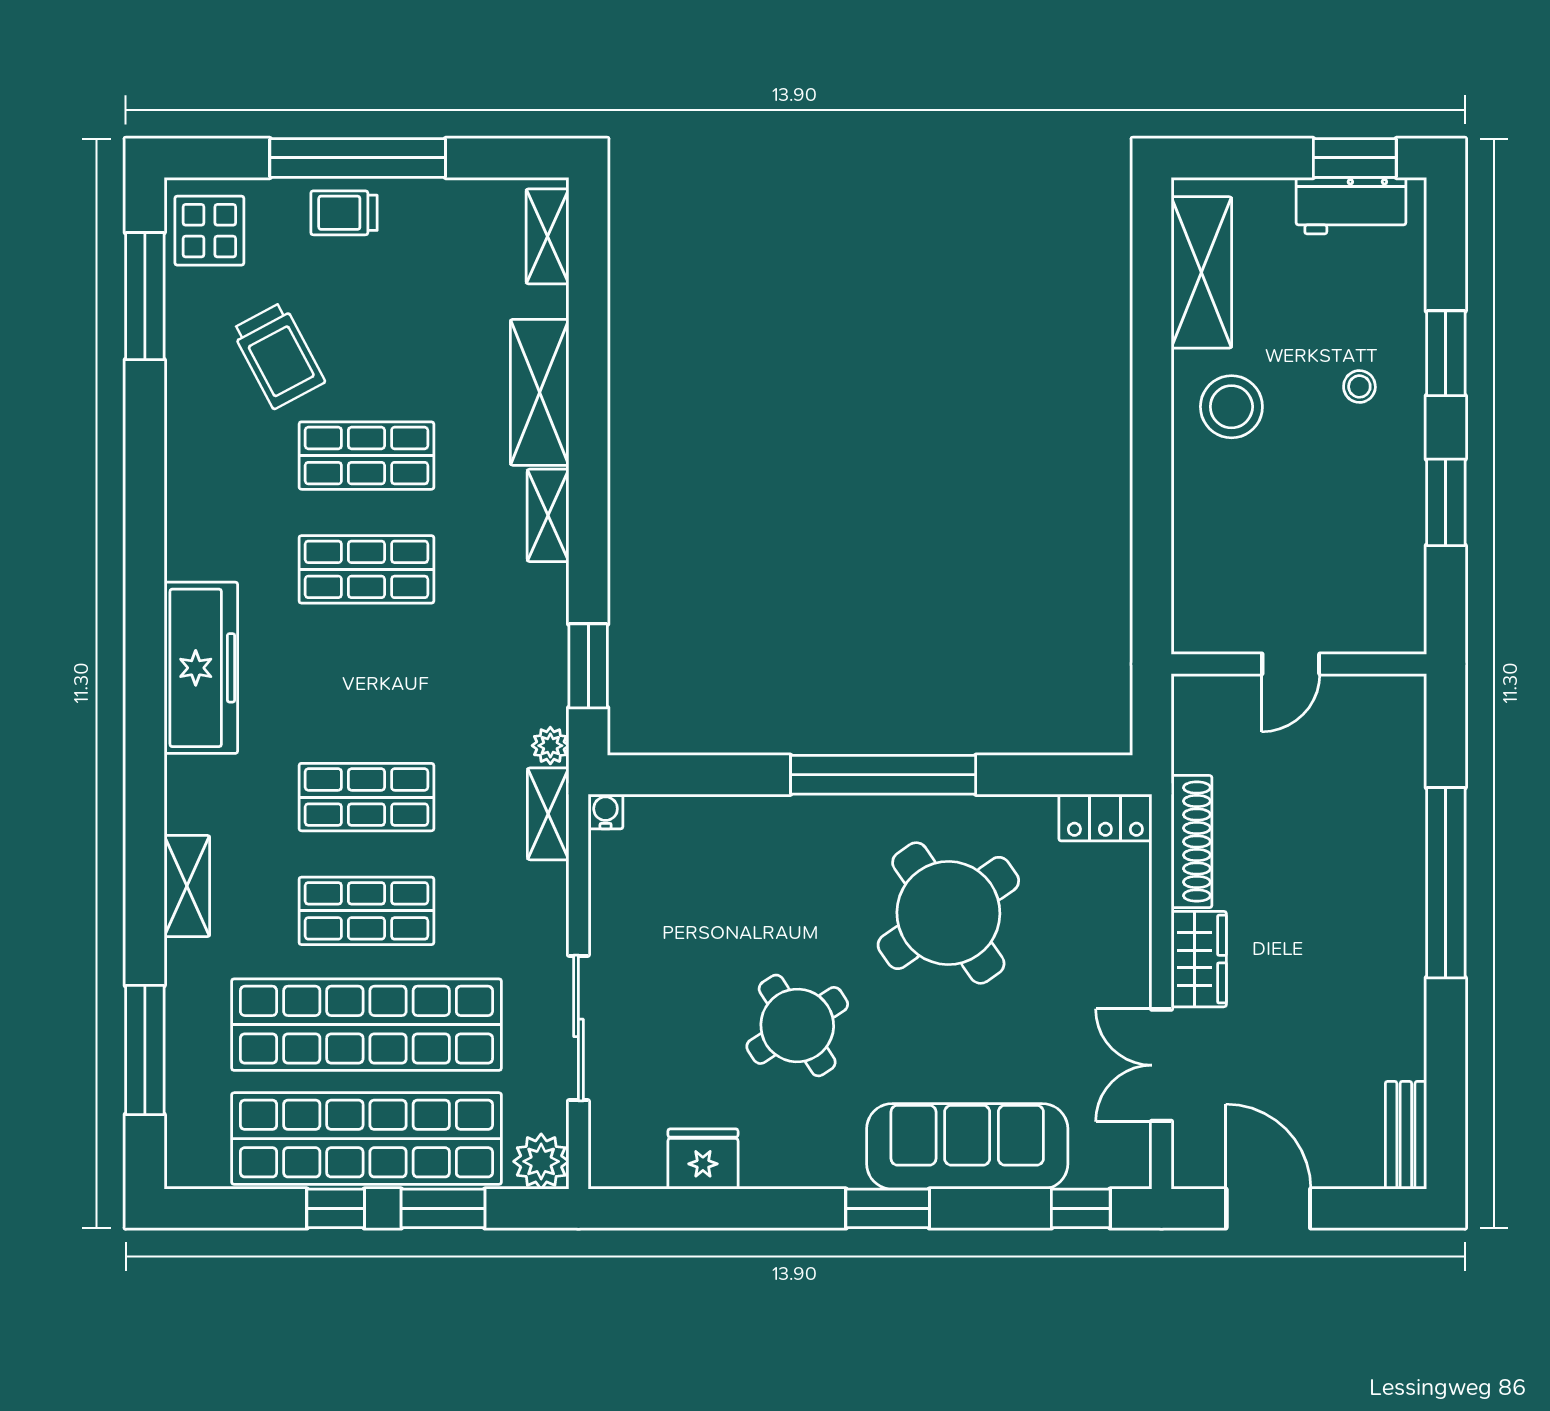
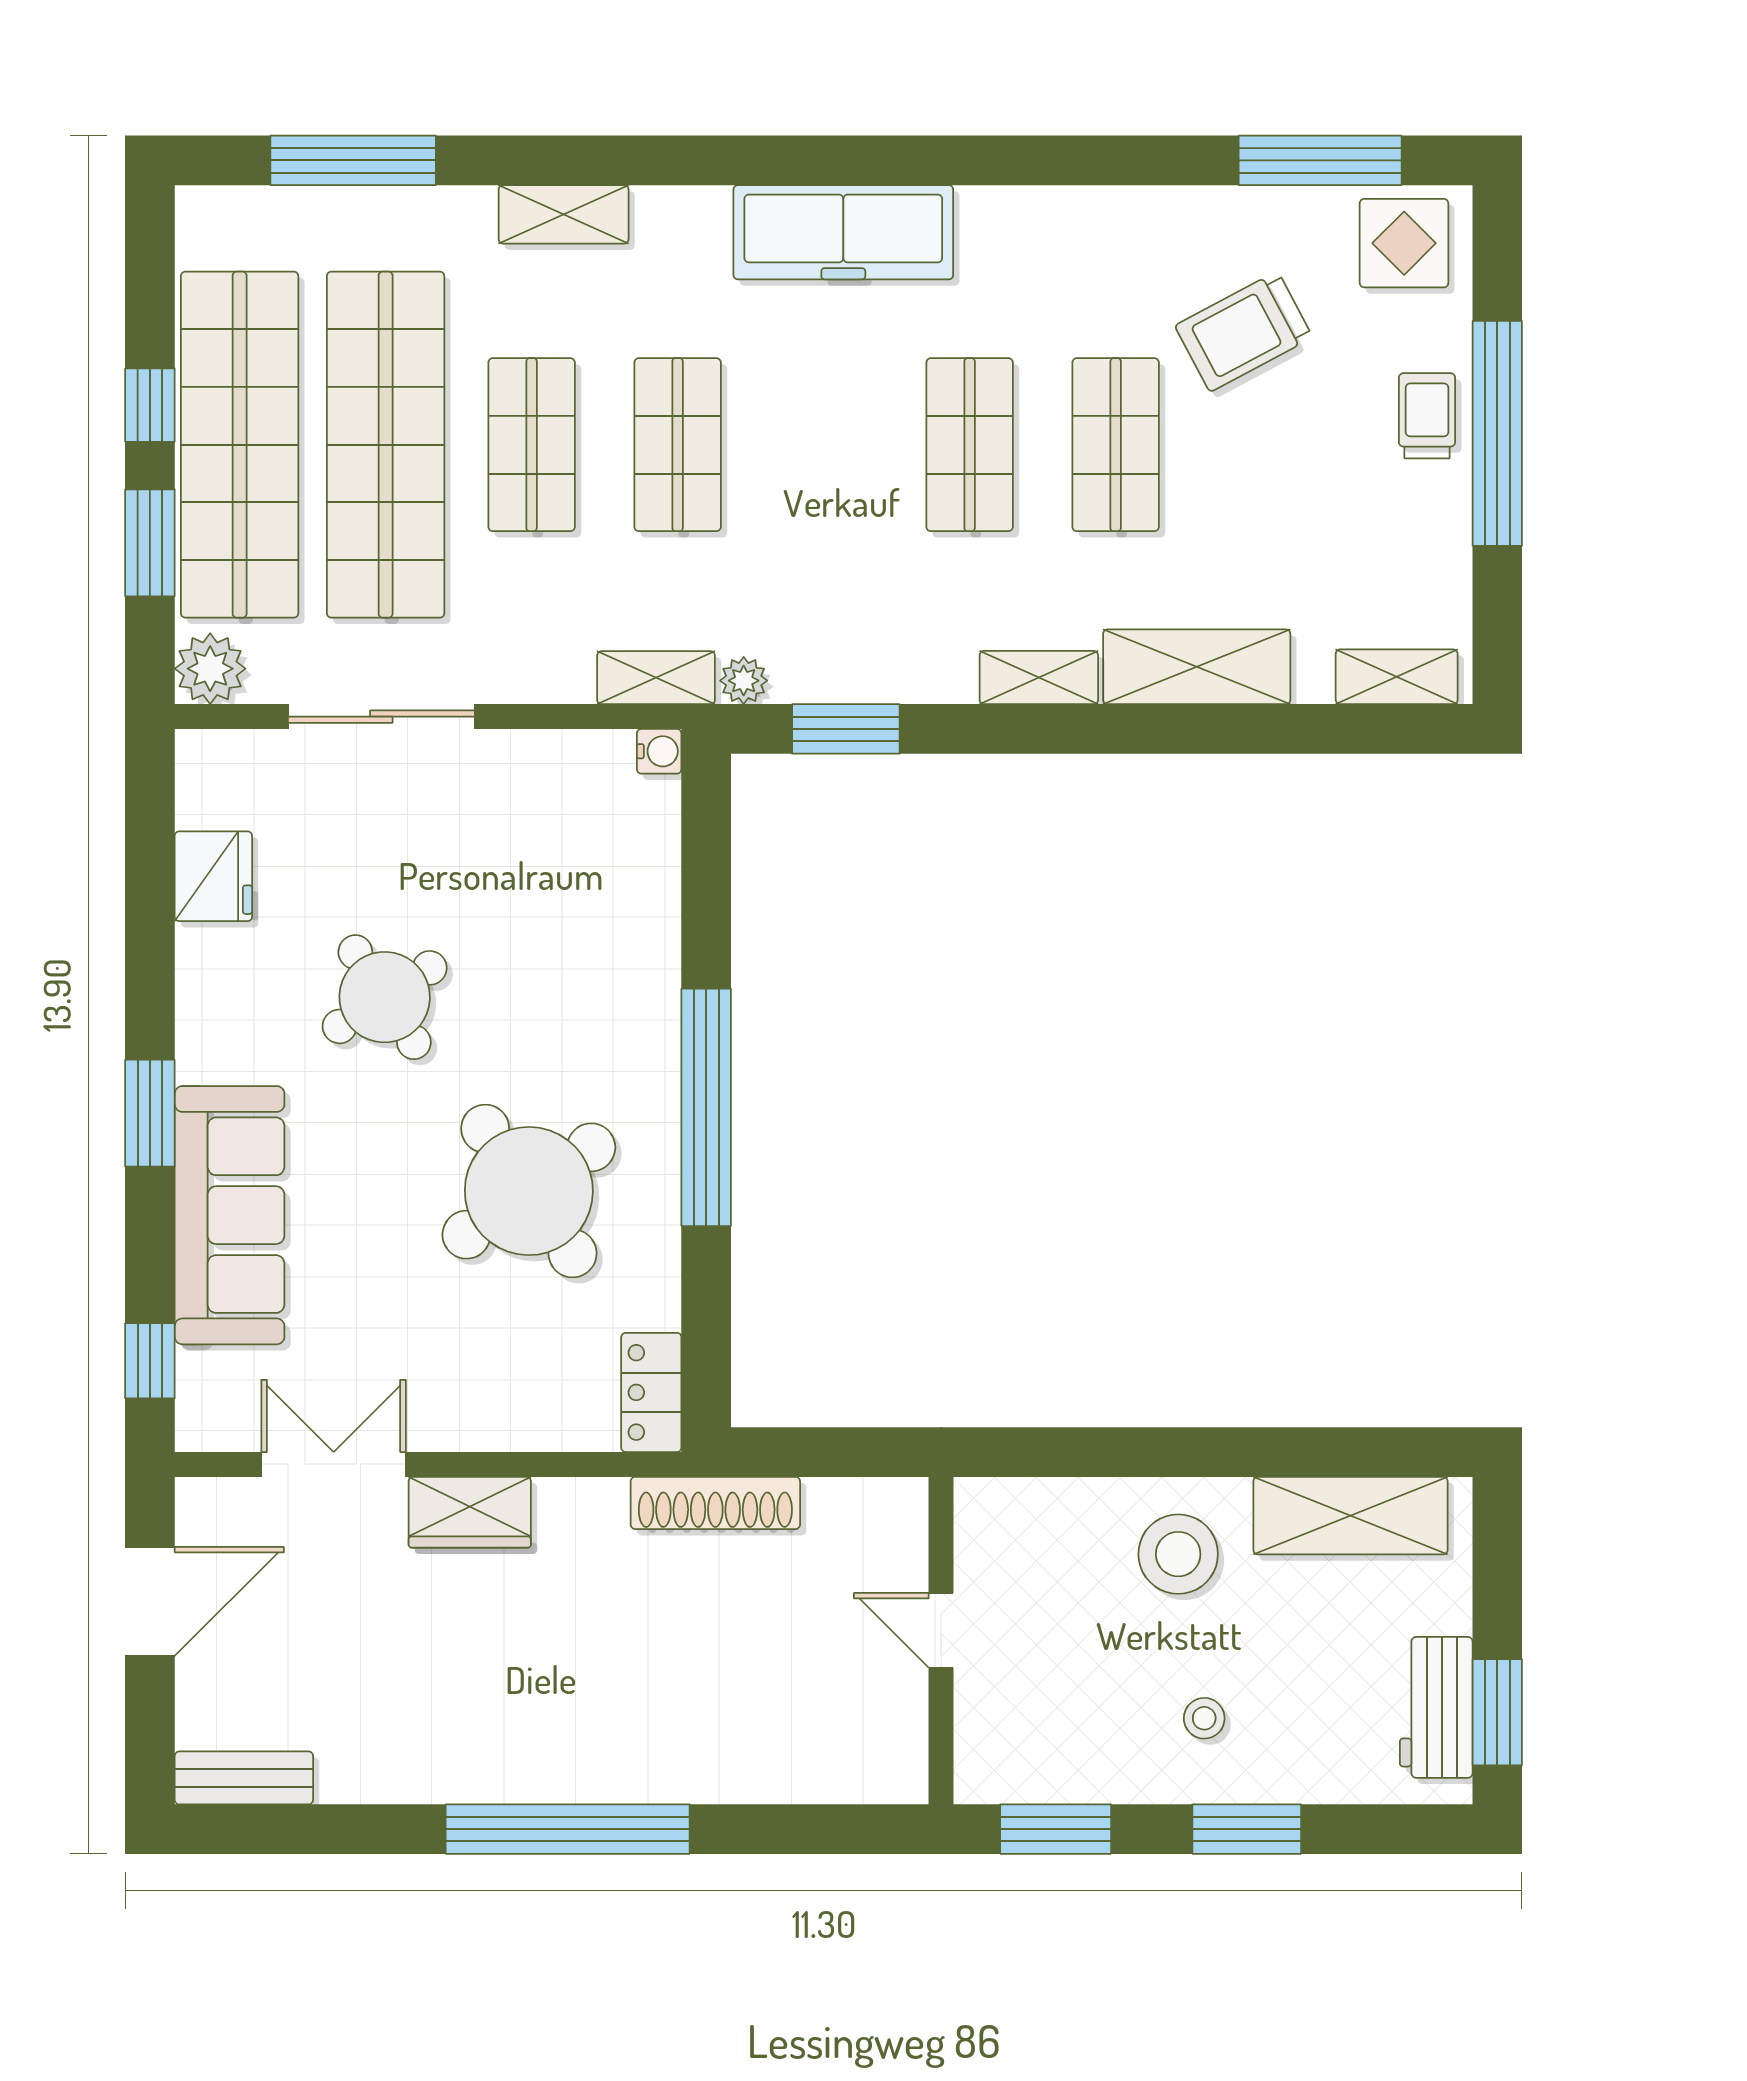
door: (1291, 664) -> (941, 1630), moved
wall: (1299, 664) -> (941, 1641), moved
shoe rack: (1192, 842) -> (715, 1503), moved

